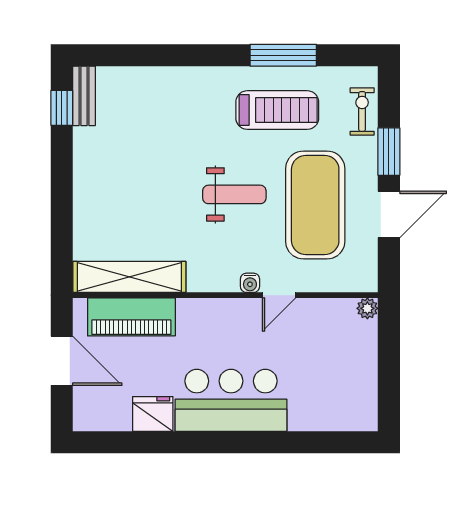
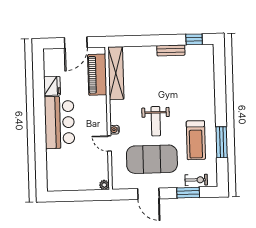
bench: (84, 96) -> (171, 50), moved
window: (389, 152) -> (188, 193), moved

